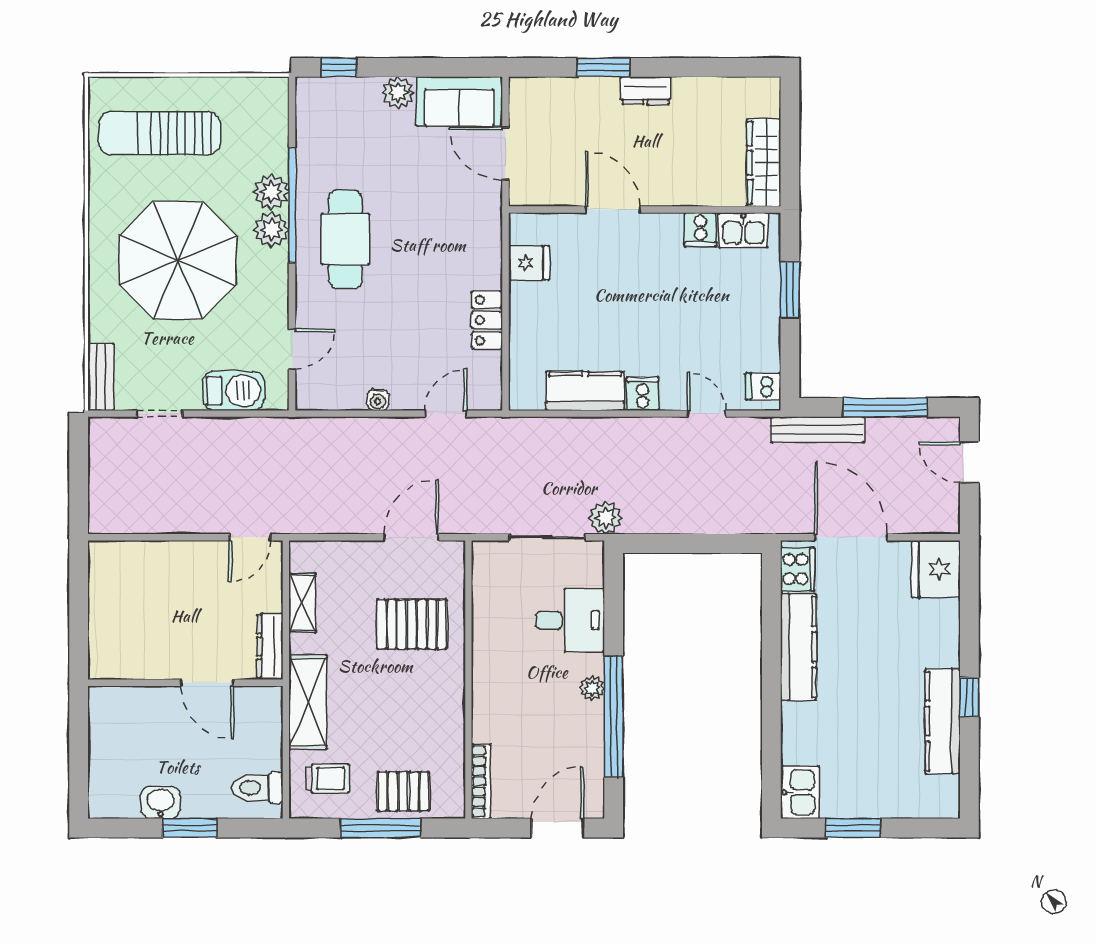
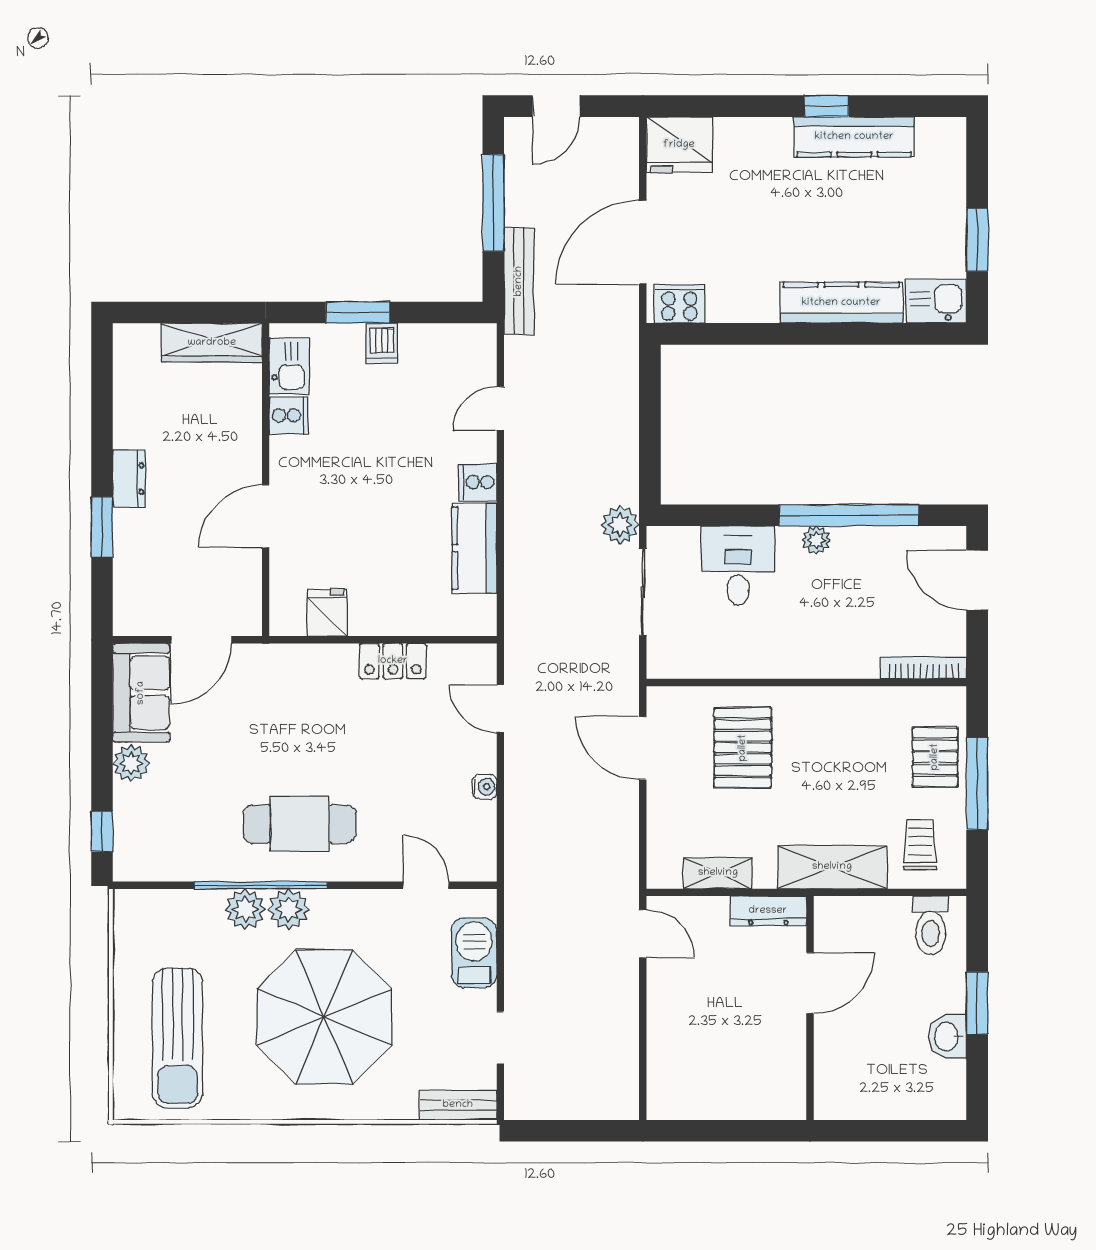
dishwasher: (763, 387) -> (382, 343), moved
kitchen counter: (798, 647) -> (841, 303), moved

